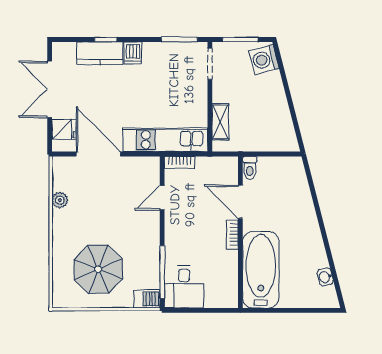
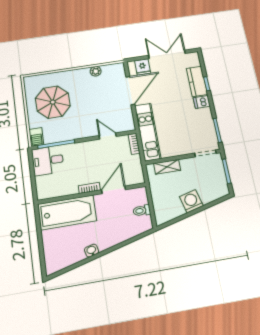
washing machine: (264, 60) -> (191, 201), moved
toilet: (250, 168) -> (142, 211), moved
washbasin: (325, 277) -> (92, 251), moved

